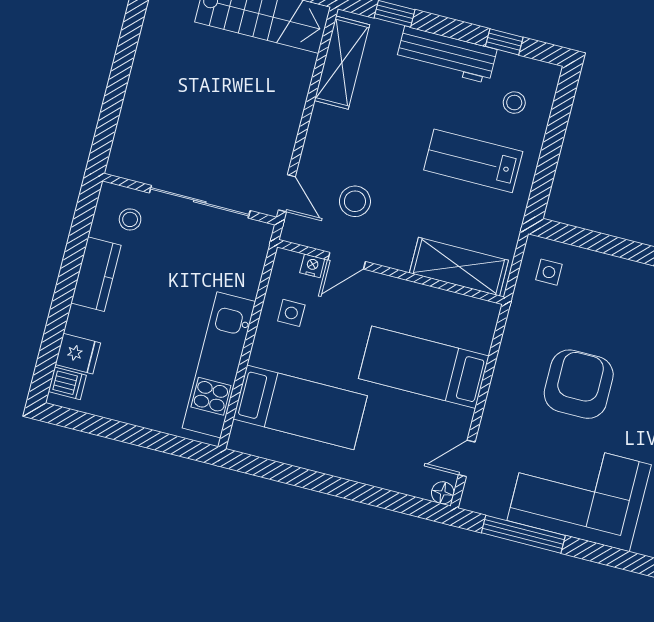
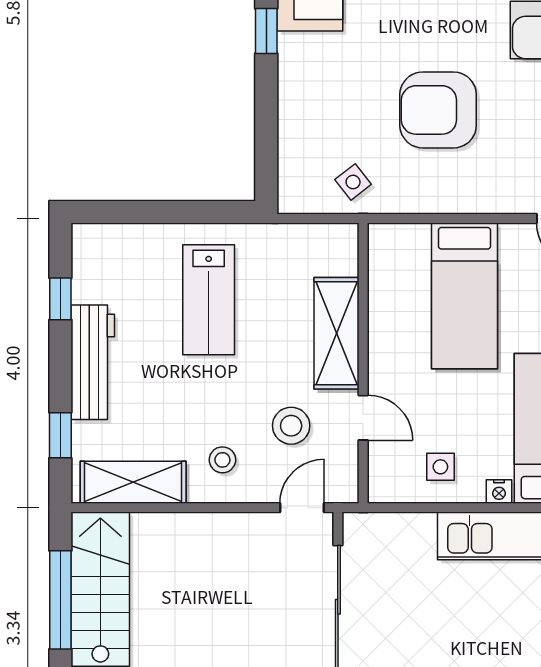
stool: (514, 103) -> (222, 460), moved
nightstand: (312, 266) -> (499, 491), moved, turned -90
shelving: (459, 267) -> (336, 333), moved
side table: (549, 272) -> (353, 182), moved, turned -38

